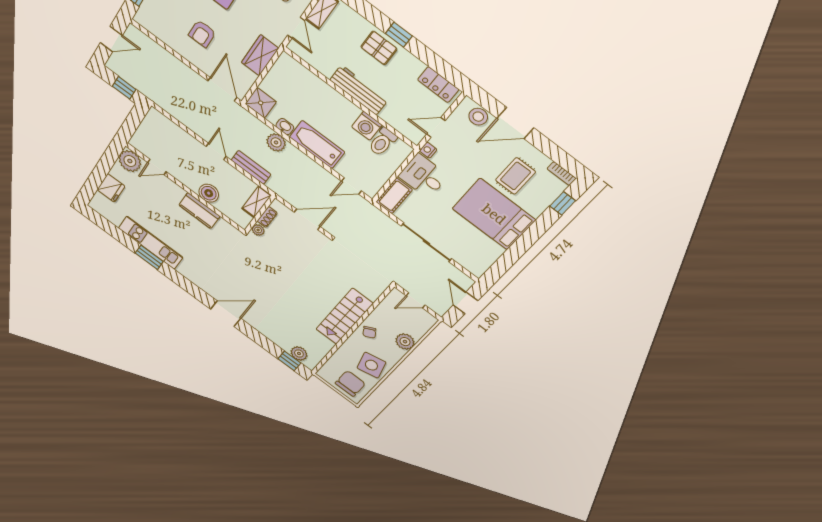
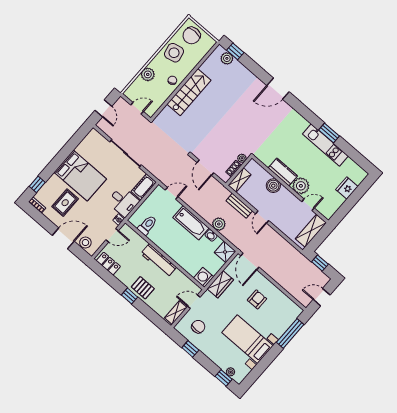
door: (296, 28) -> (194, 302), hinge flipped
washing machine: (367, 126) -> (204, 277), moved, turned -90
shelving: (146, 132) -> (311, 231), added
plant: (130, 161) -> (301, 186), moved
door: (307, 219) -> (205, 168), hinge flipped

